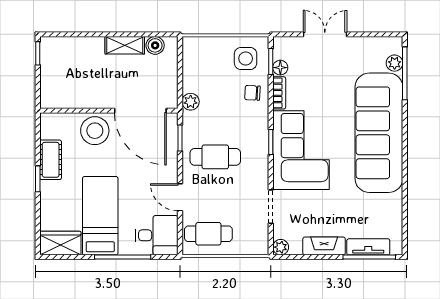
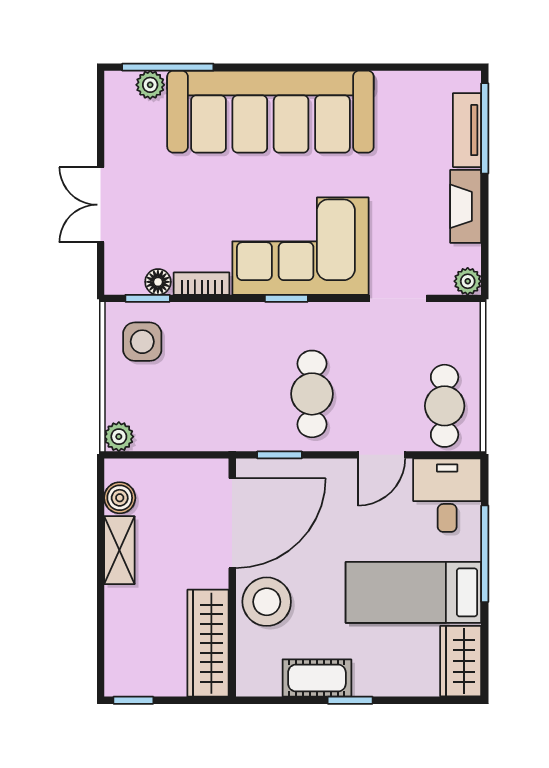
chair: (252, 93) -> (202, 330), removed
wardrobe: (71, 97) -> (208, 643), added
plant: (191, 102) -> (119, 437), moved

